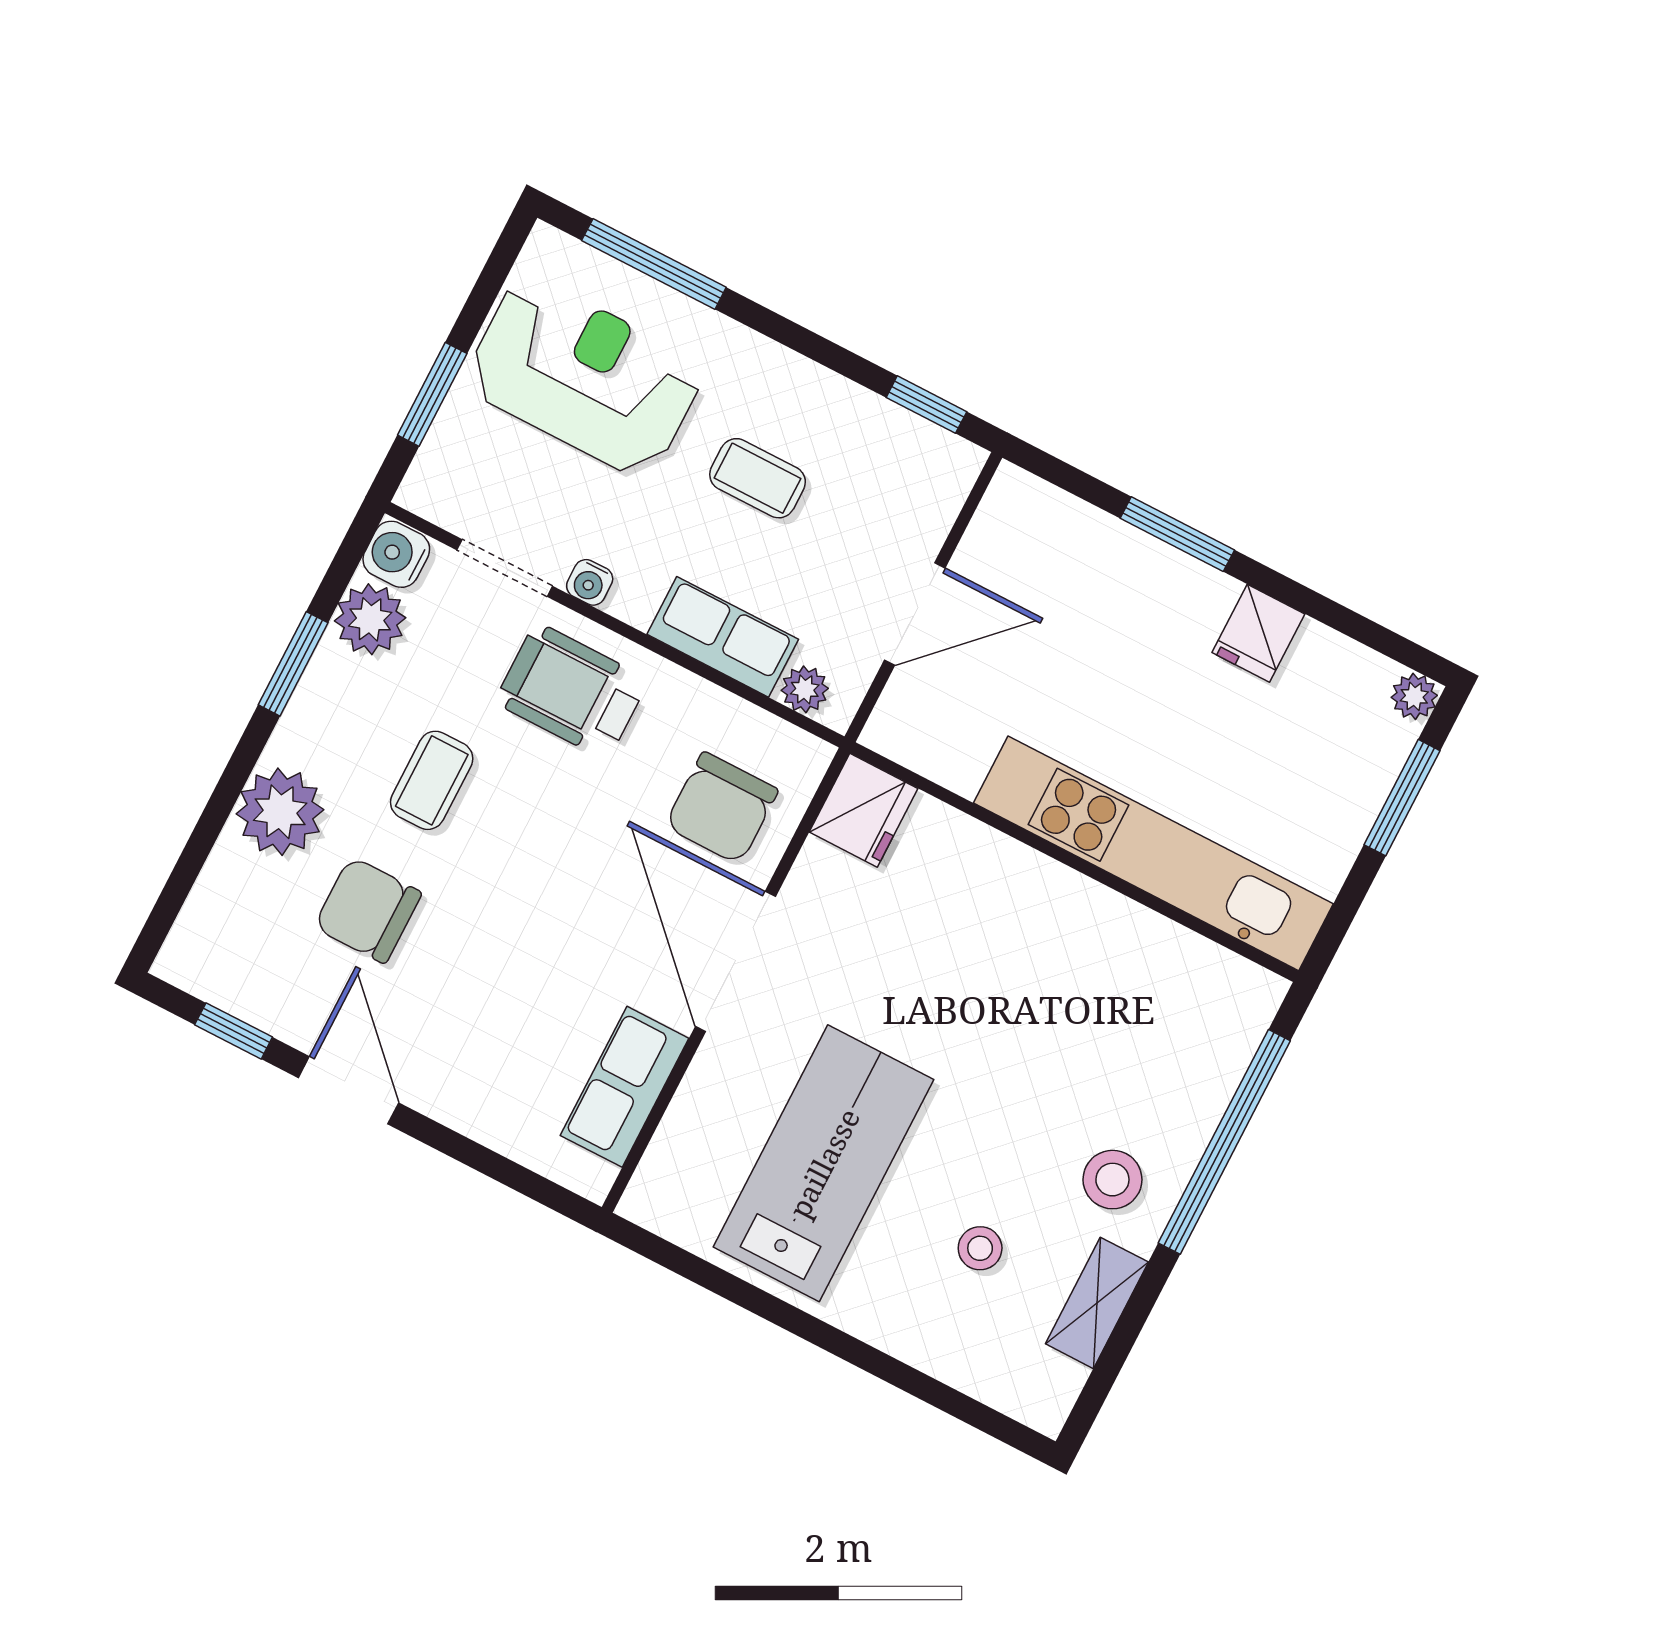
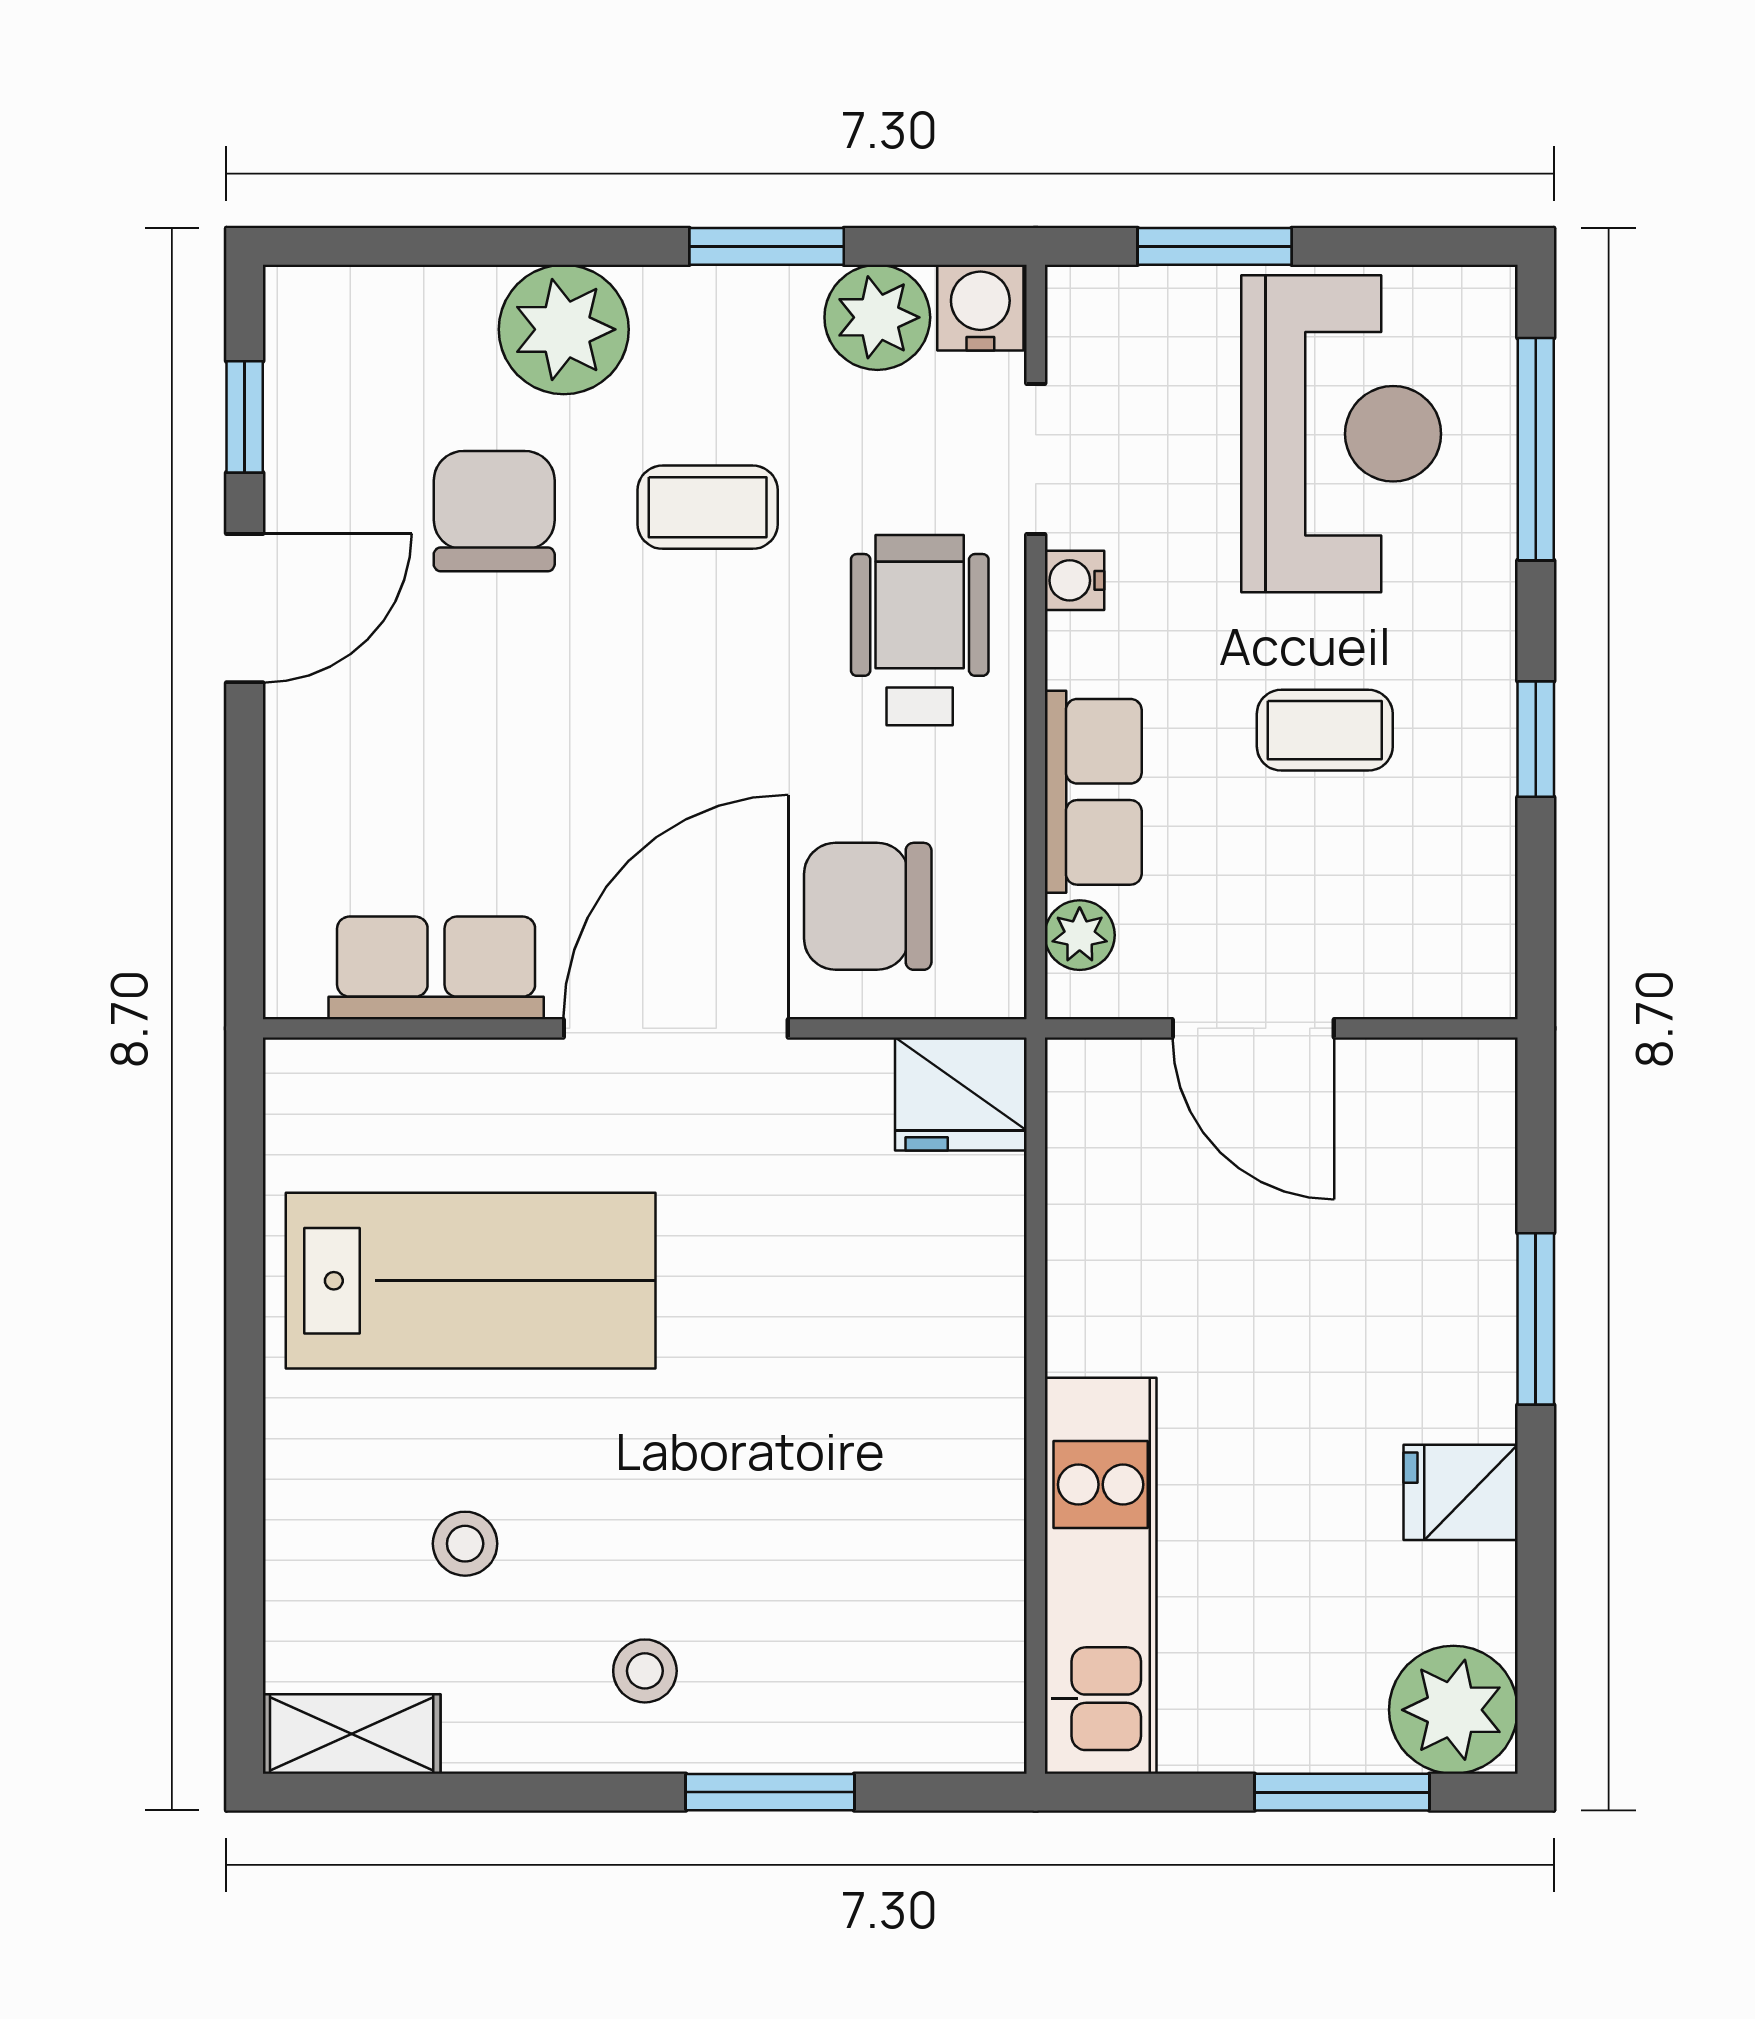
window: (926, 405) -> (1536, 739), moved
coffee table: (758, 478) -> (1325, 730), turned 90
plant: (1414, 696) -> (1453, 1710), width x1.88, depth x1.88
kitchen unit: (1153, 853) -> (1101, 1576), width x0.73
window: (1224, 1142) -> (770, 1792), width x0.47
stool: (1112, 1180) -> (645, 1671), width x0.73, depth x0.73
shelving: (1097, 1303) -> (352, 1734), moved

